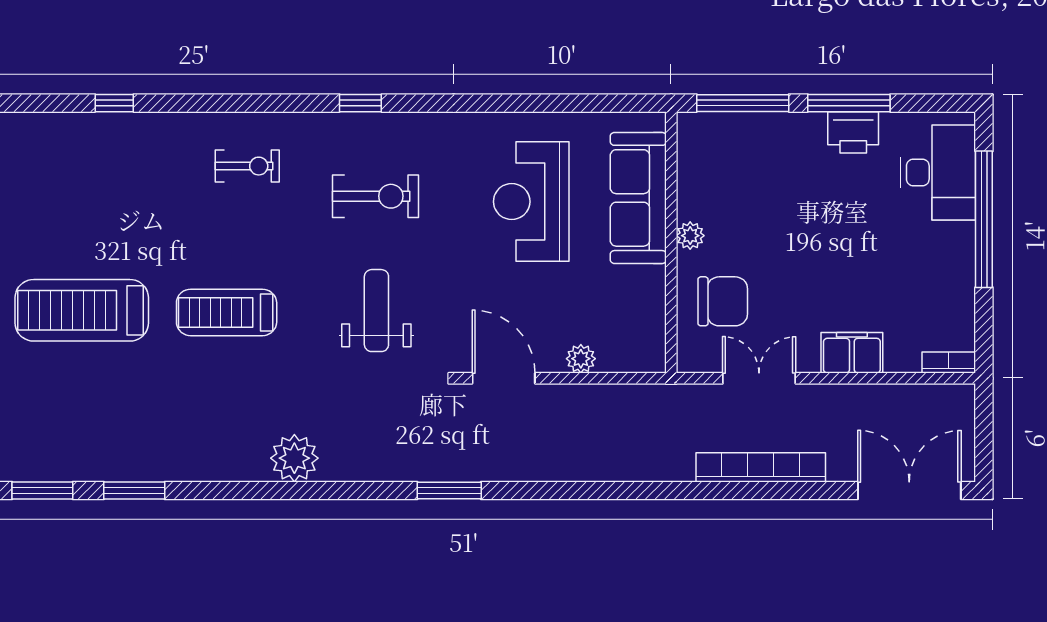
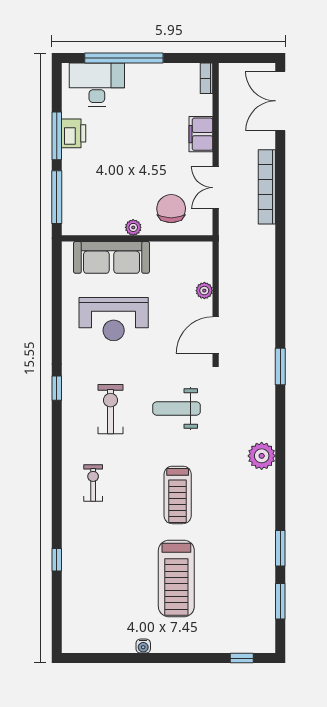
window: (360, 103) -> (57, 388), moved

